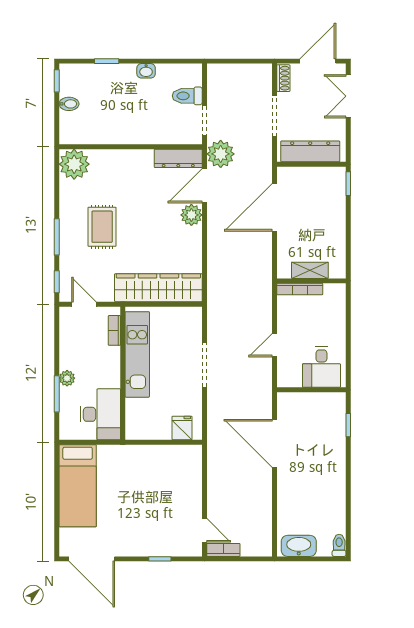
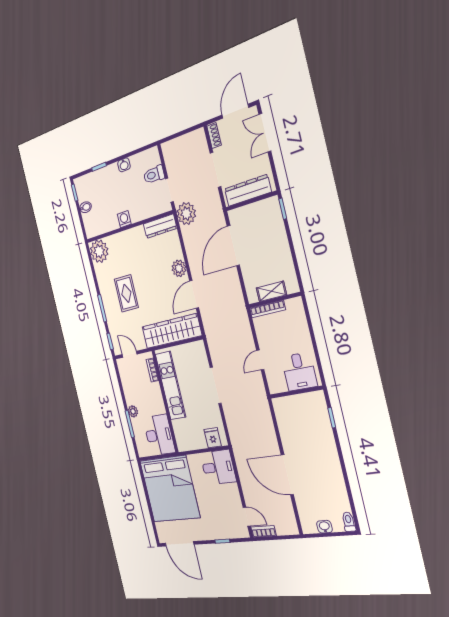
washing machine: (127, 135) -> (124, 219), added
door: (204, 186) -> (194, 294), moved
door: (274, 443) -> (287, 475), moved
desk: (180, 465) -> (218, 467), added
bed: (78, 486) -> (170, 489), width x2.04
washbasin: (299, 546) -> (324, 527), width x0.52, depth x0.69

